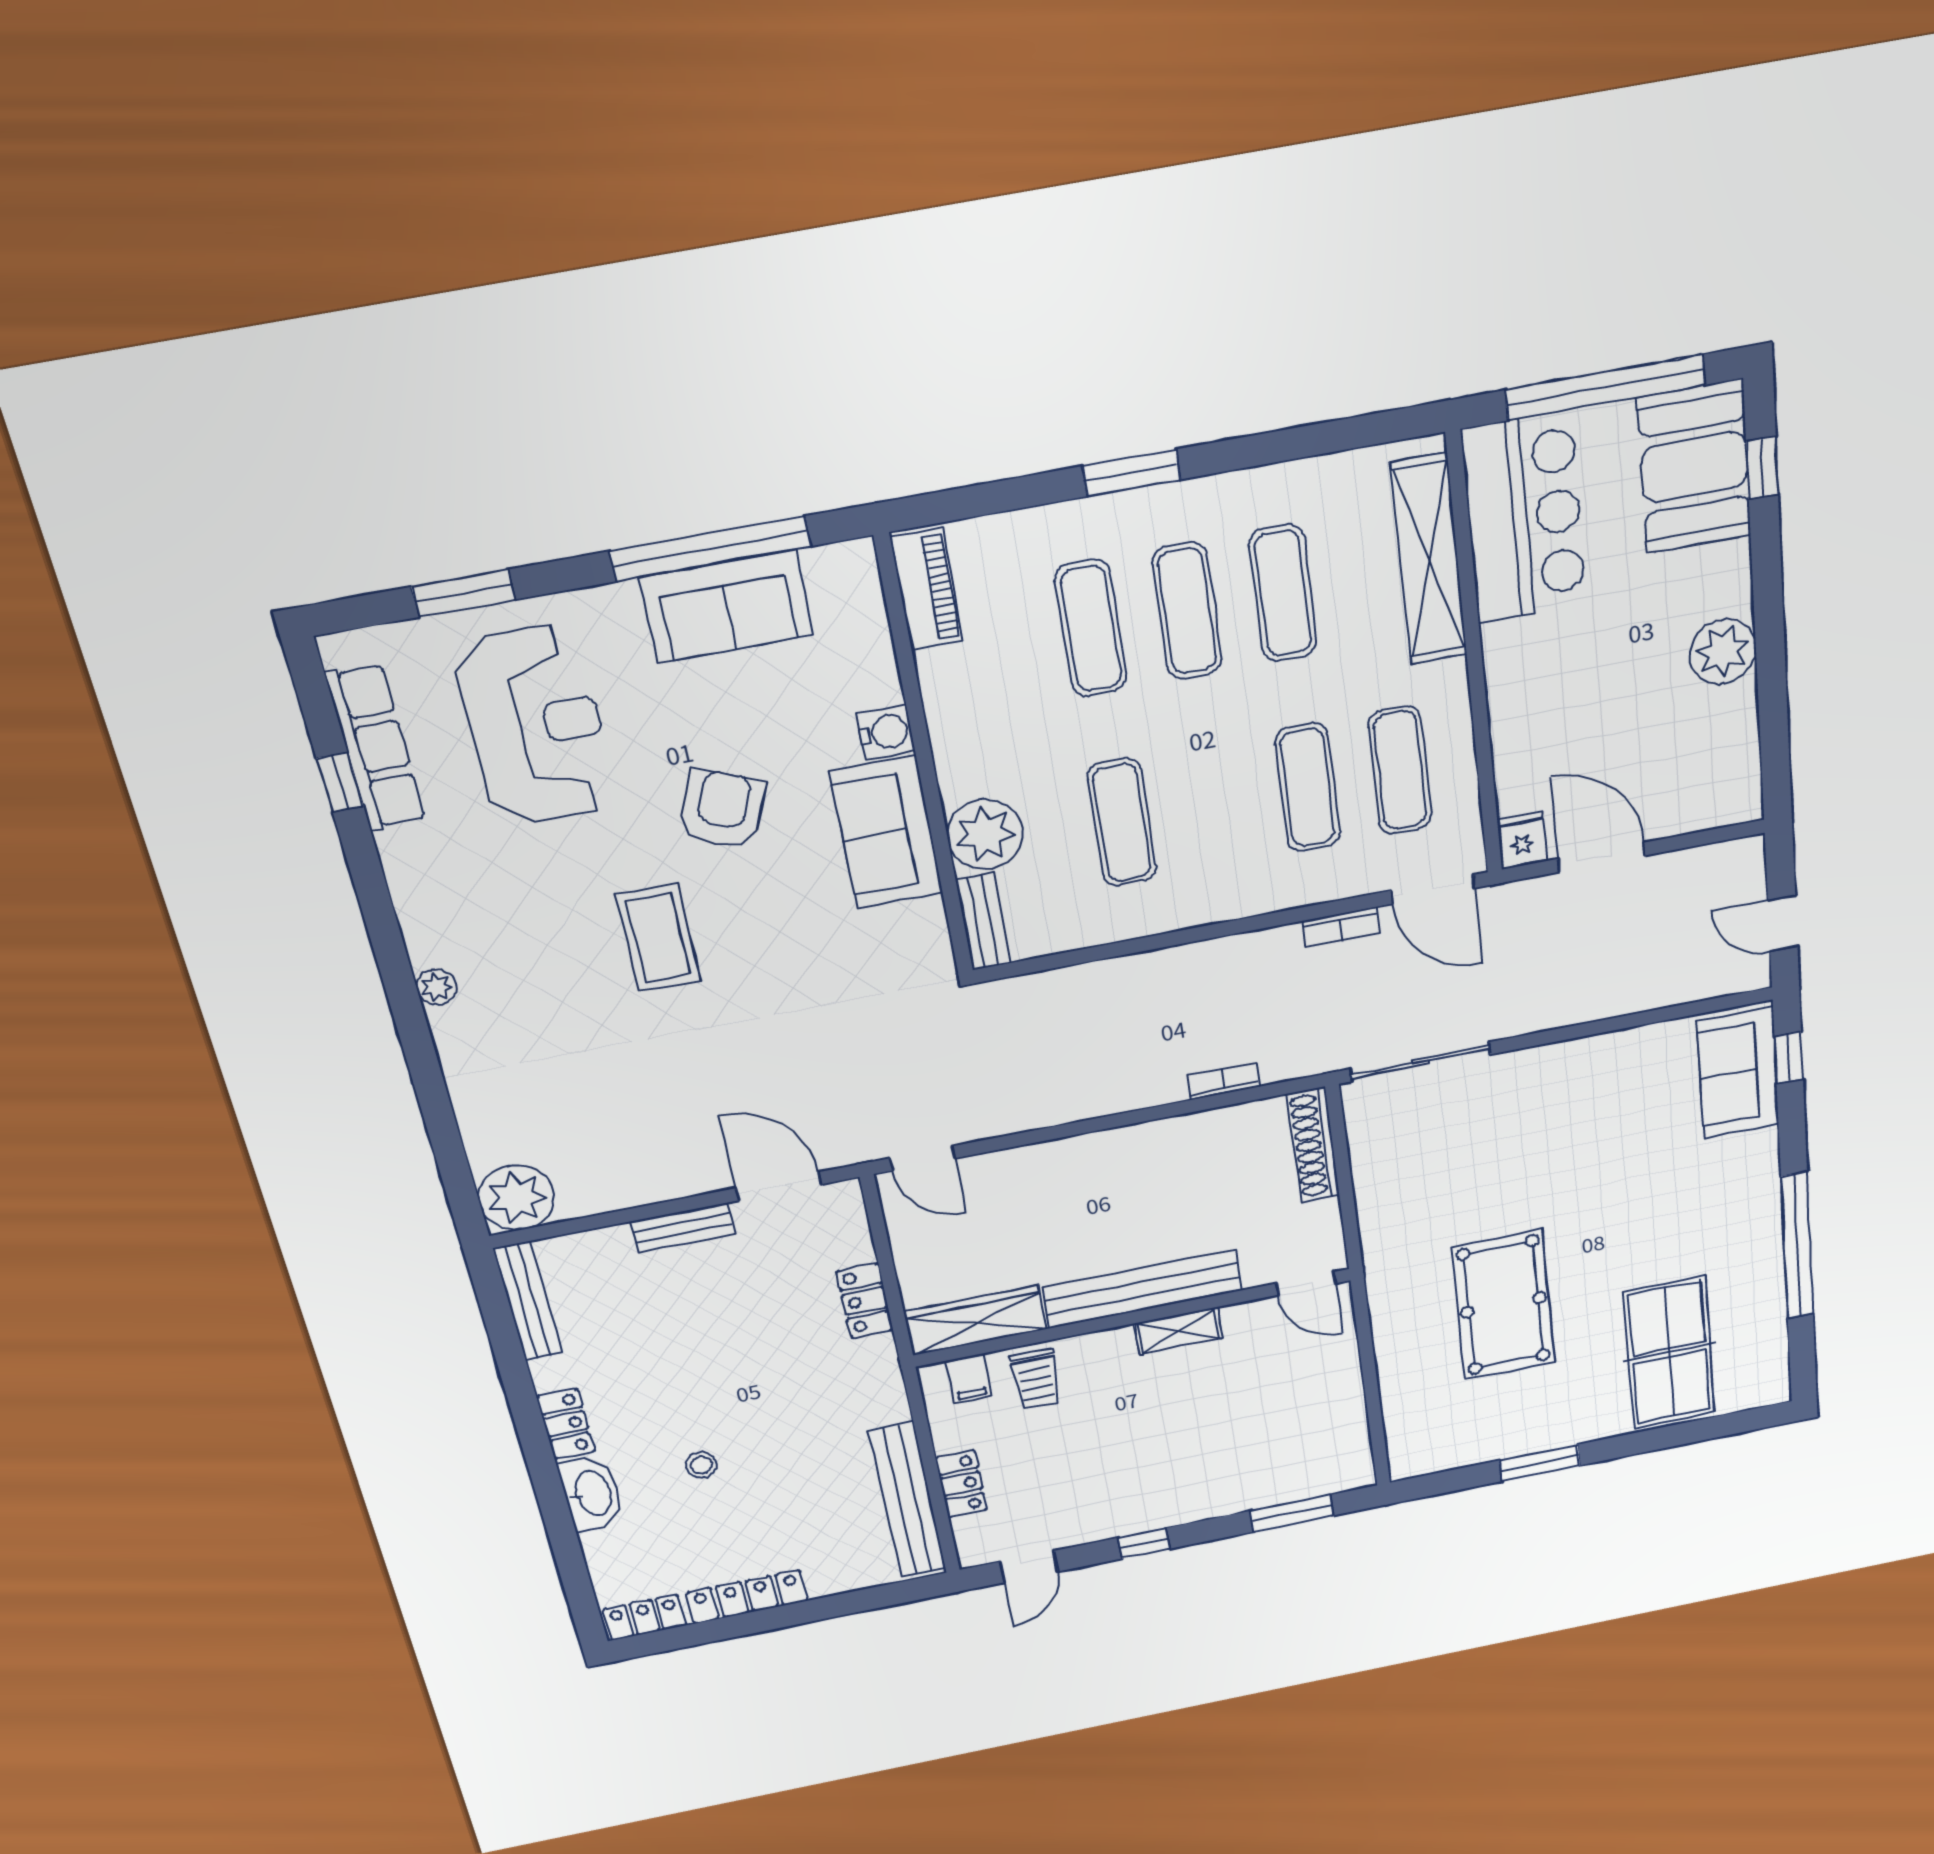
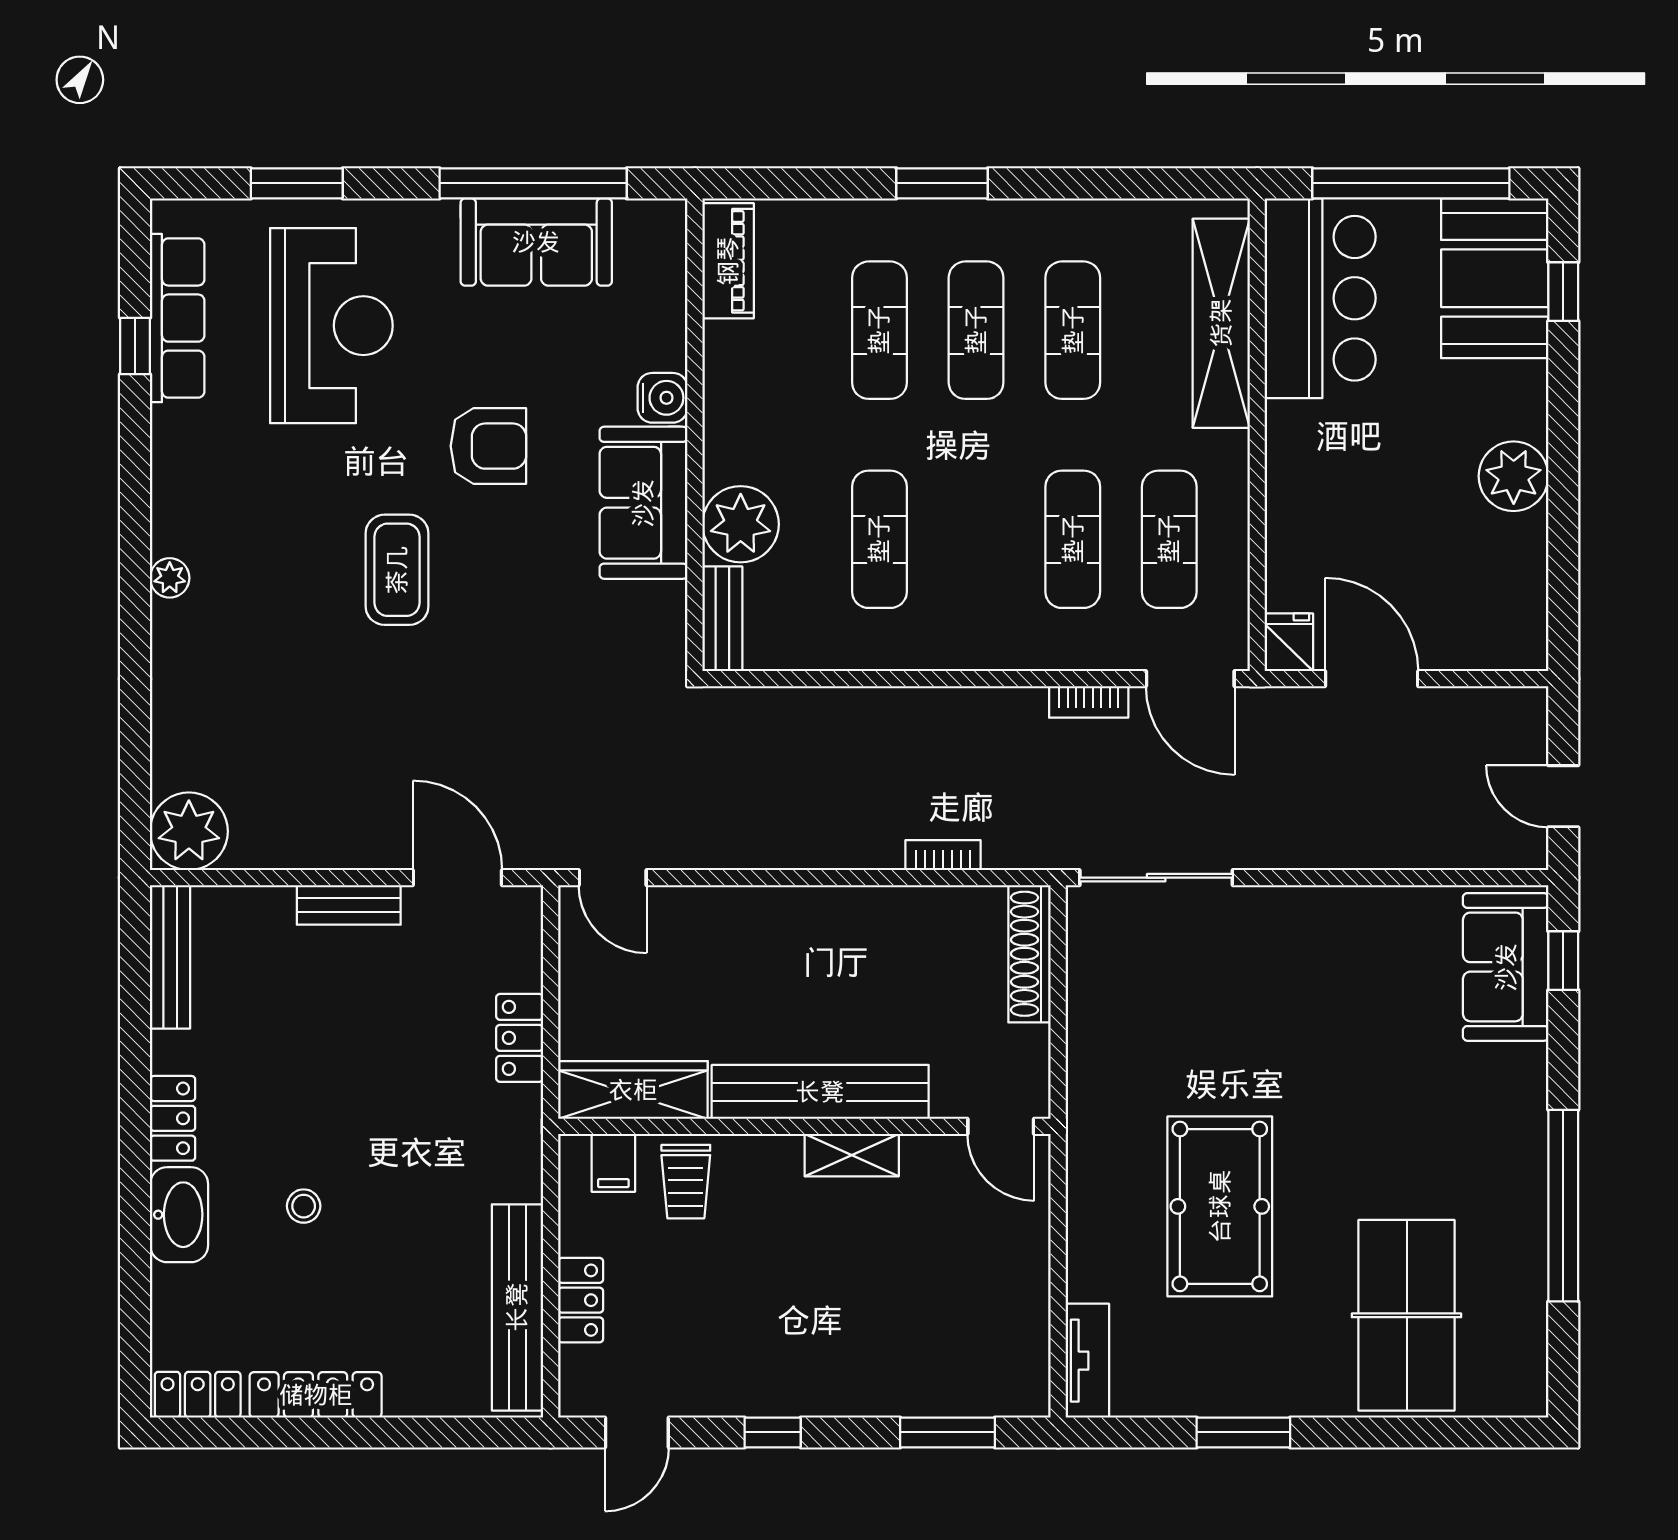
armchair: (722, 809) -> (488, 446), turned 67
tv unit: (1403, 1439) -> (1087, 1361), added

